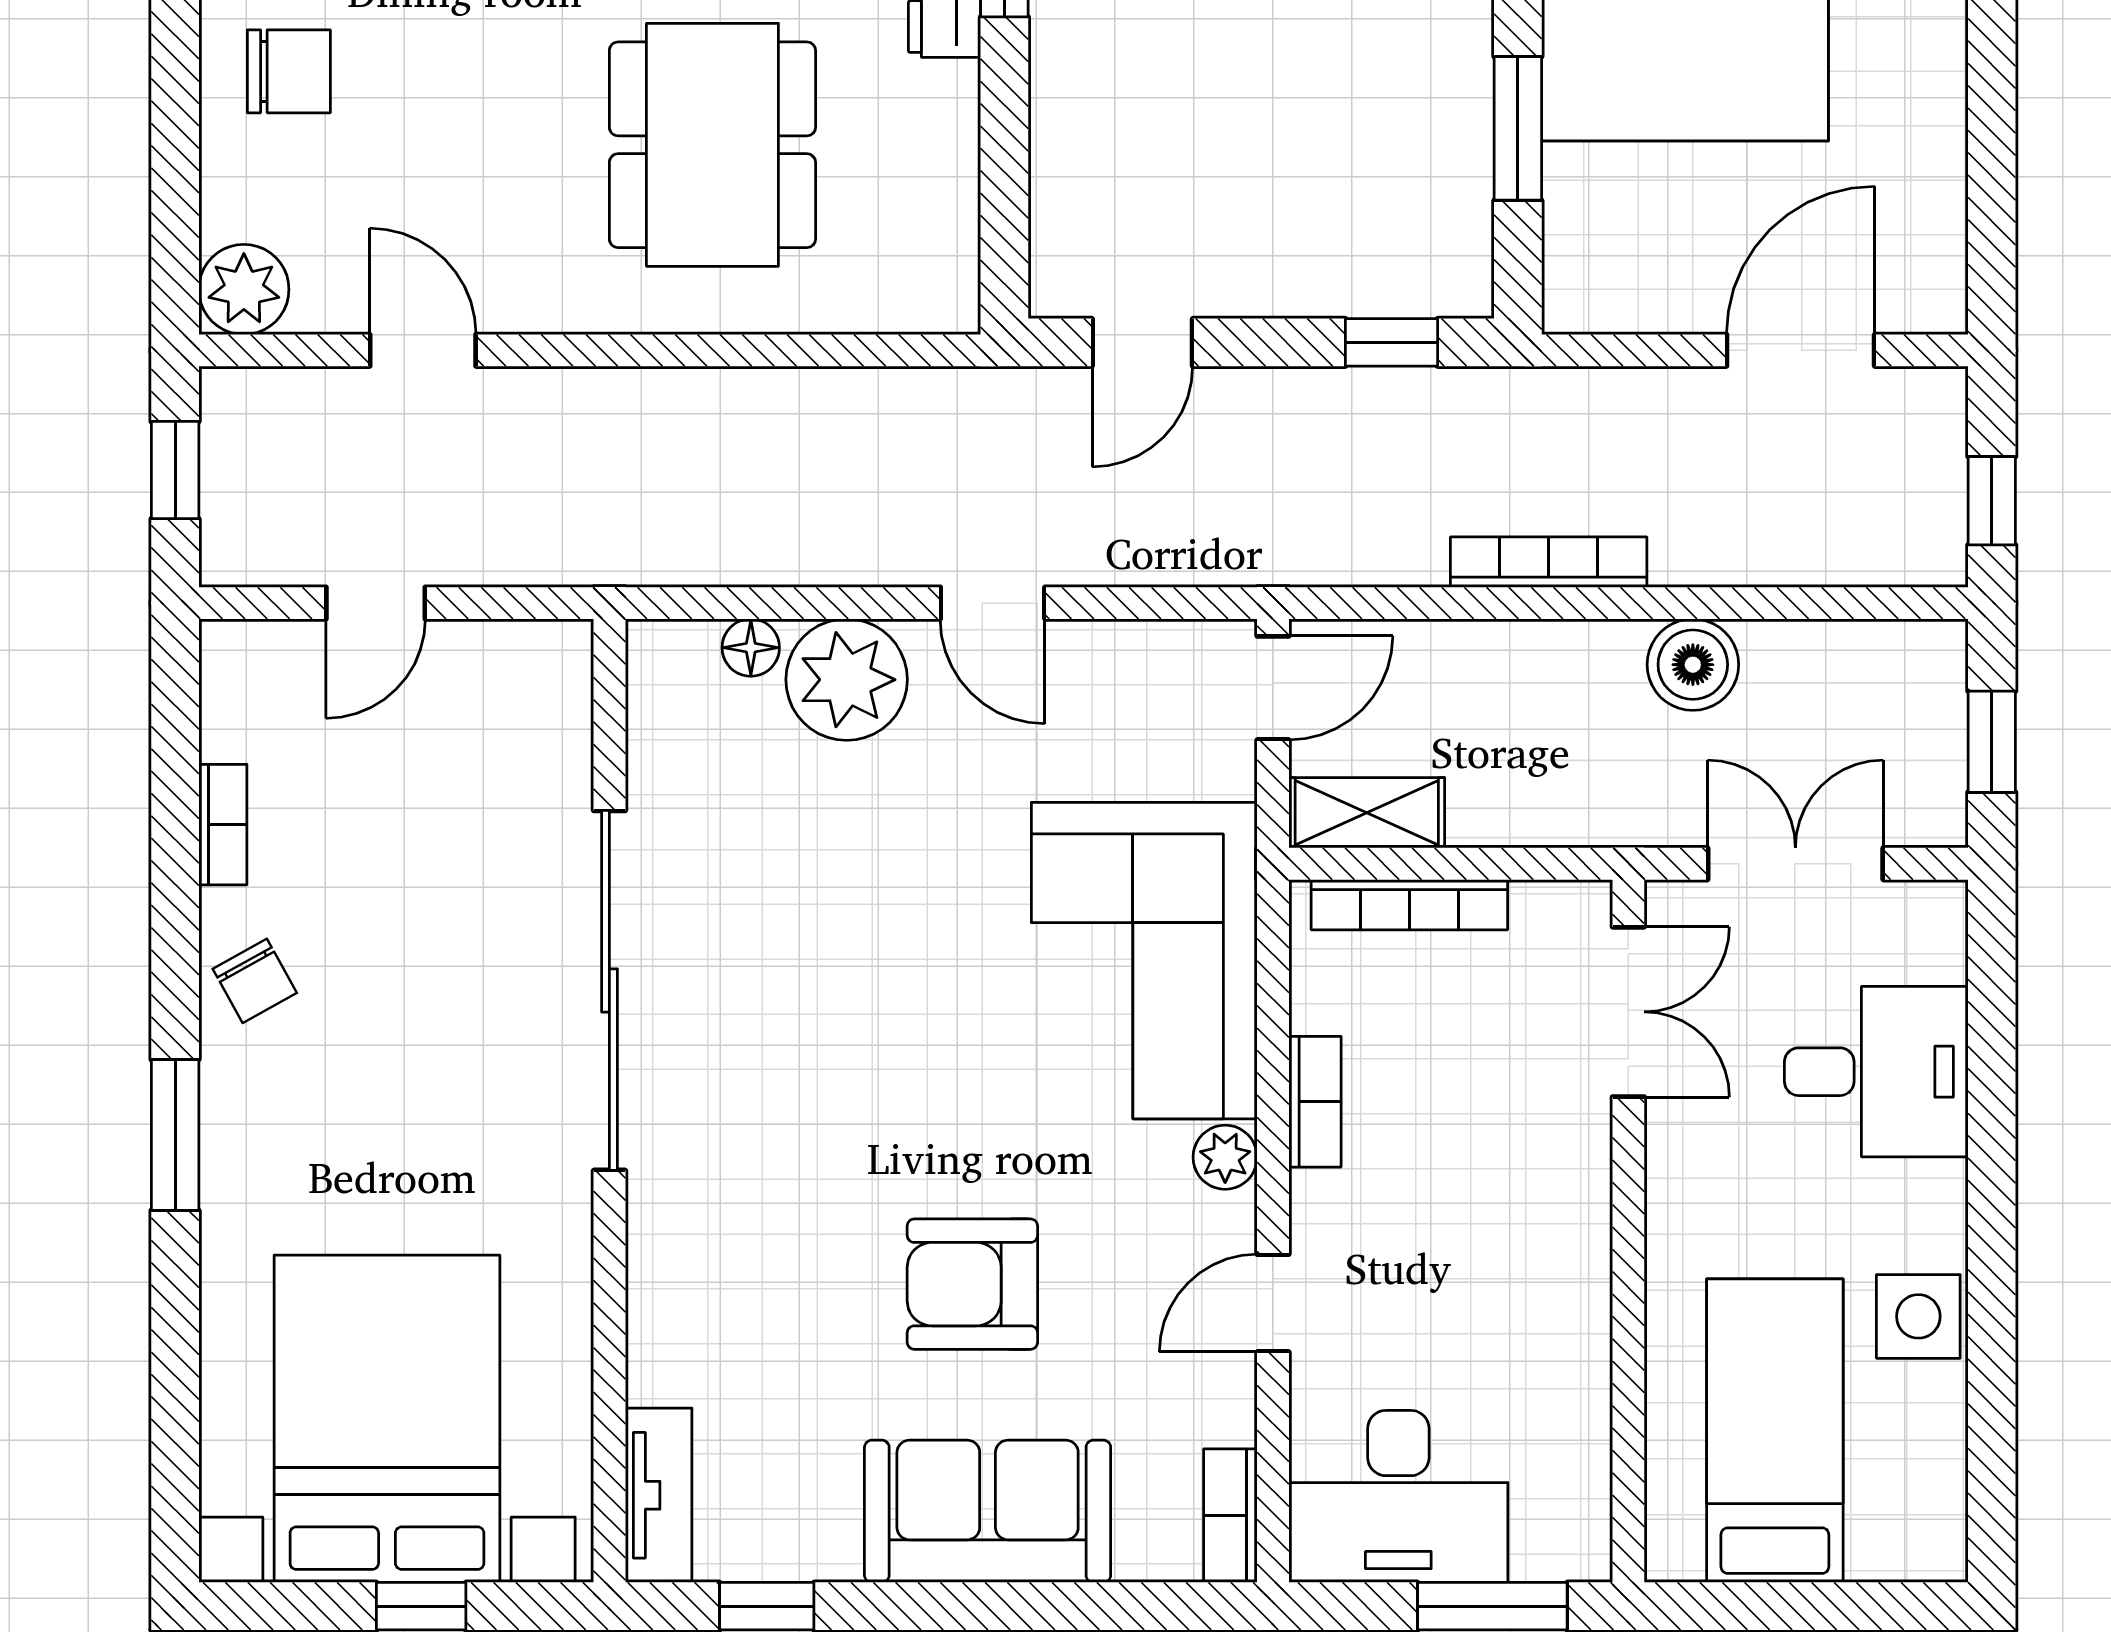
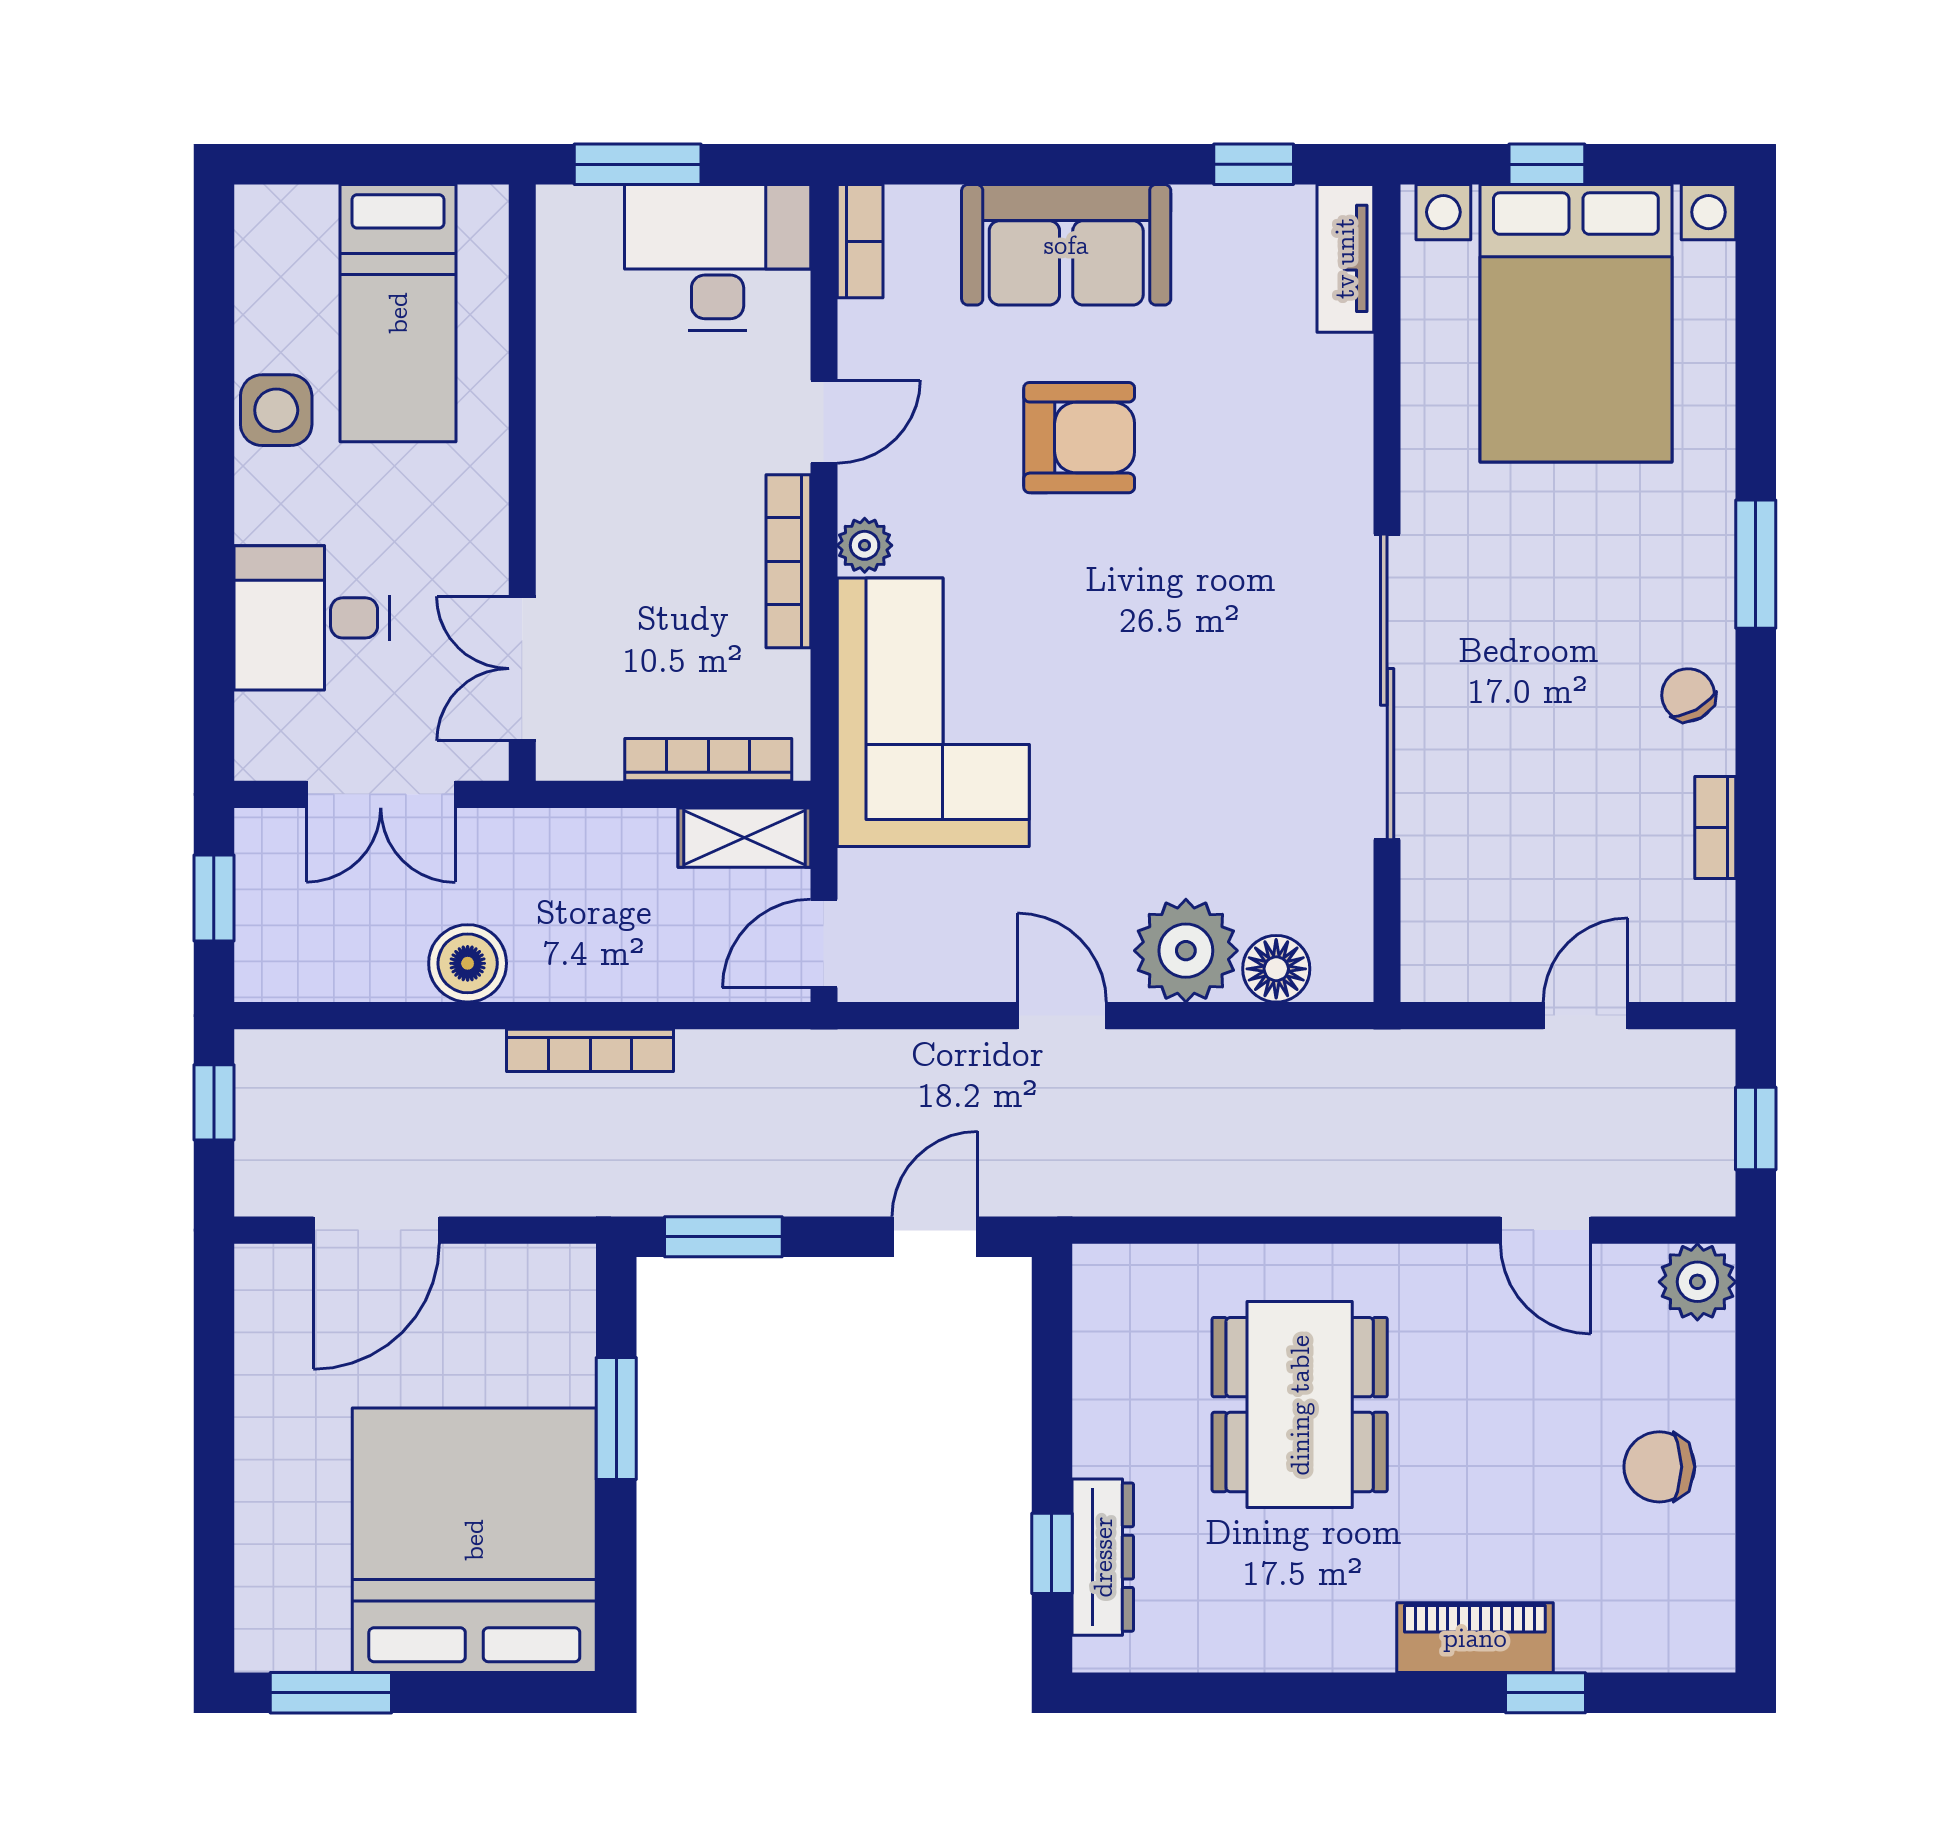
window: (1391, 342) -> (723, 1237), width x1.50
floor lamp: (751, 648) -> (1276, 969), width x1.37, depth x1.37
bookcase: (1315, 1102) -> (788, 561), width x1.56

